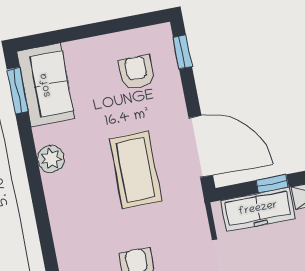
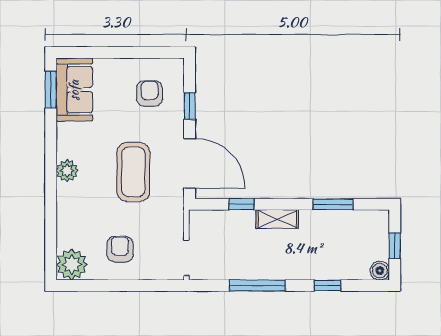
window: (182, 52) -> (190, 106), moved
plant: (51, 159) -> (67, 171), moved
freezer: (258, 209) -> (226, 223), removed

